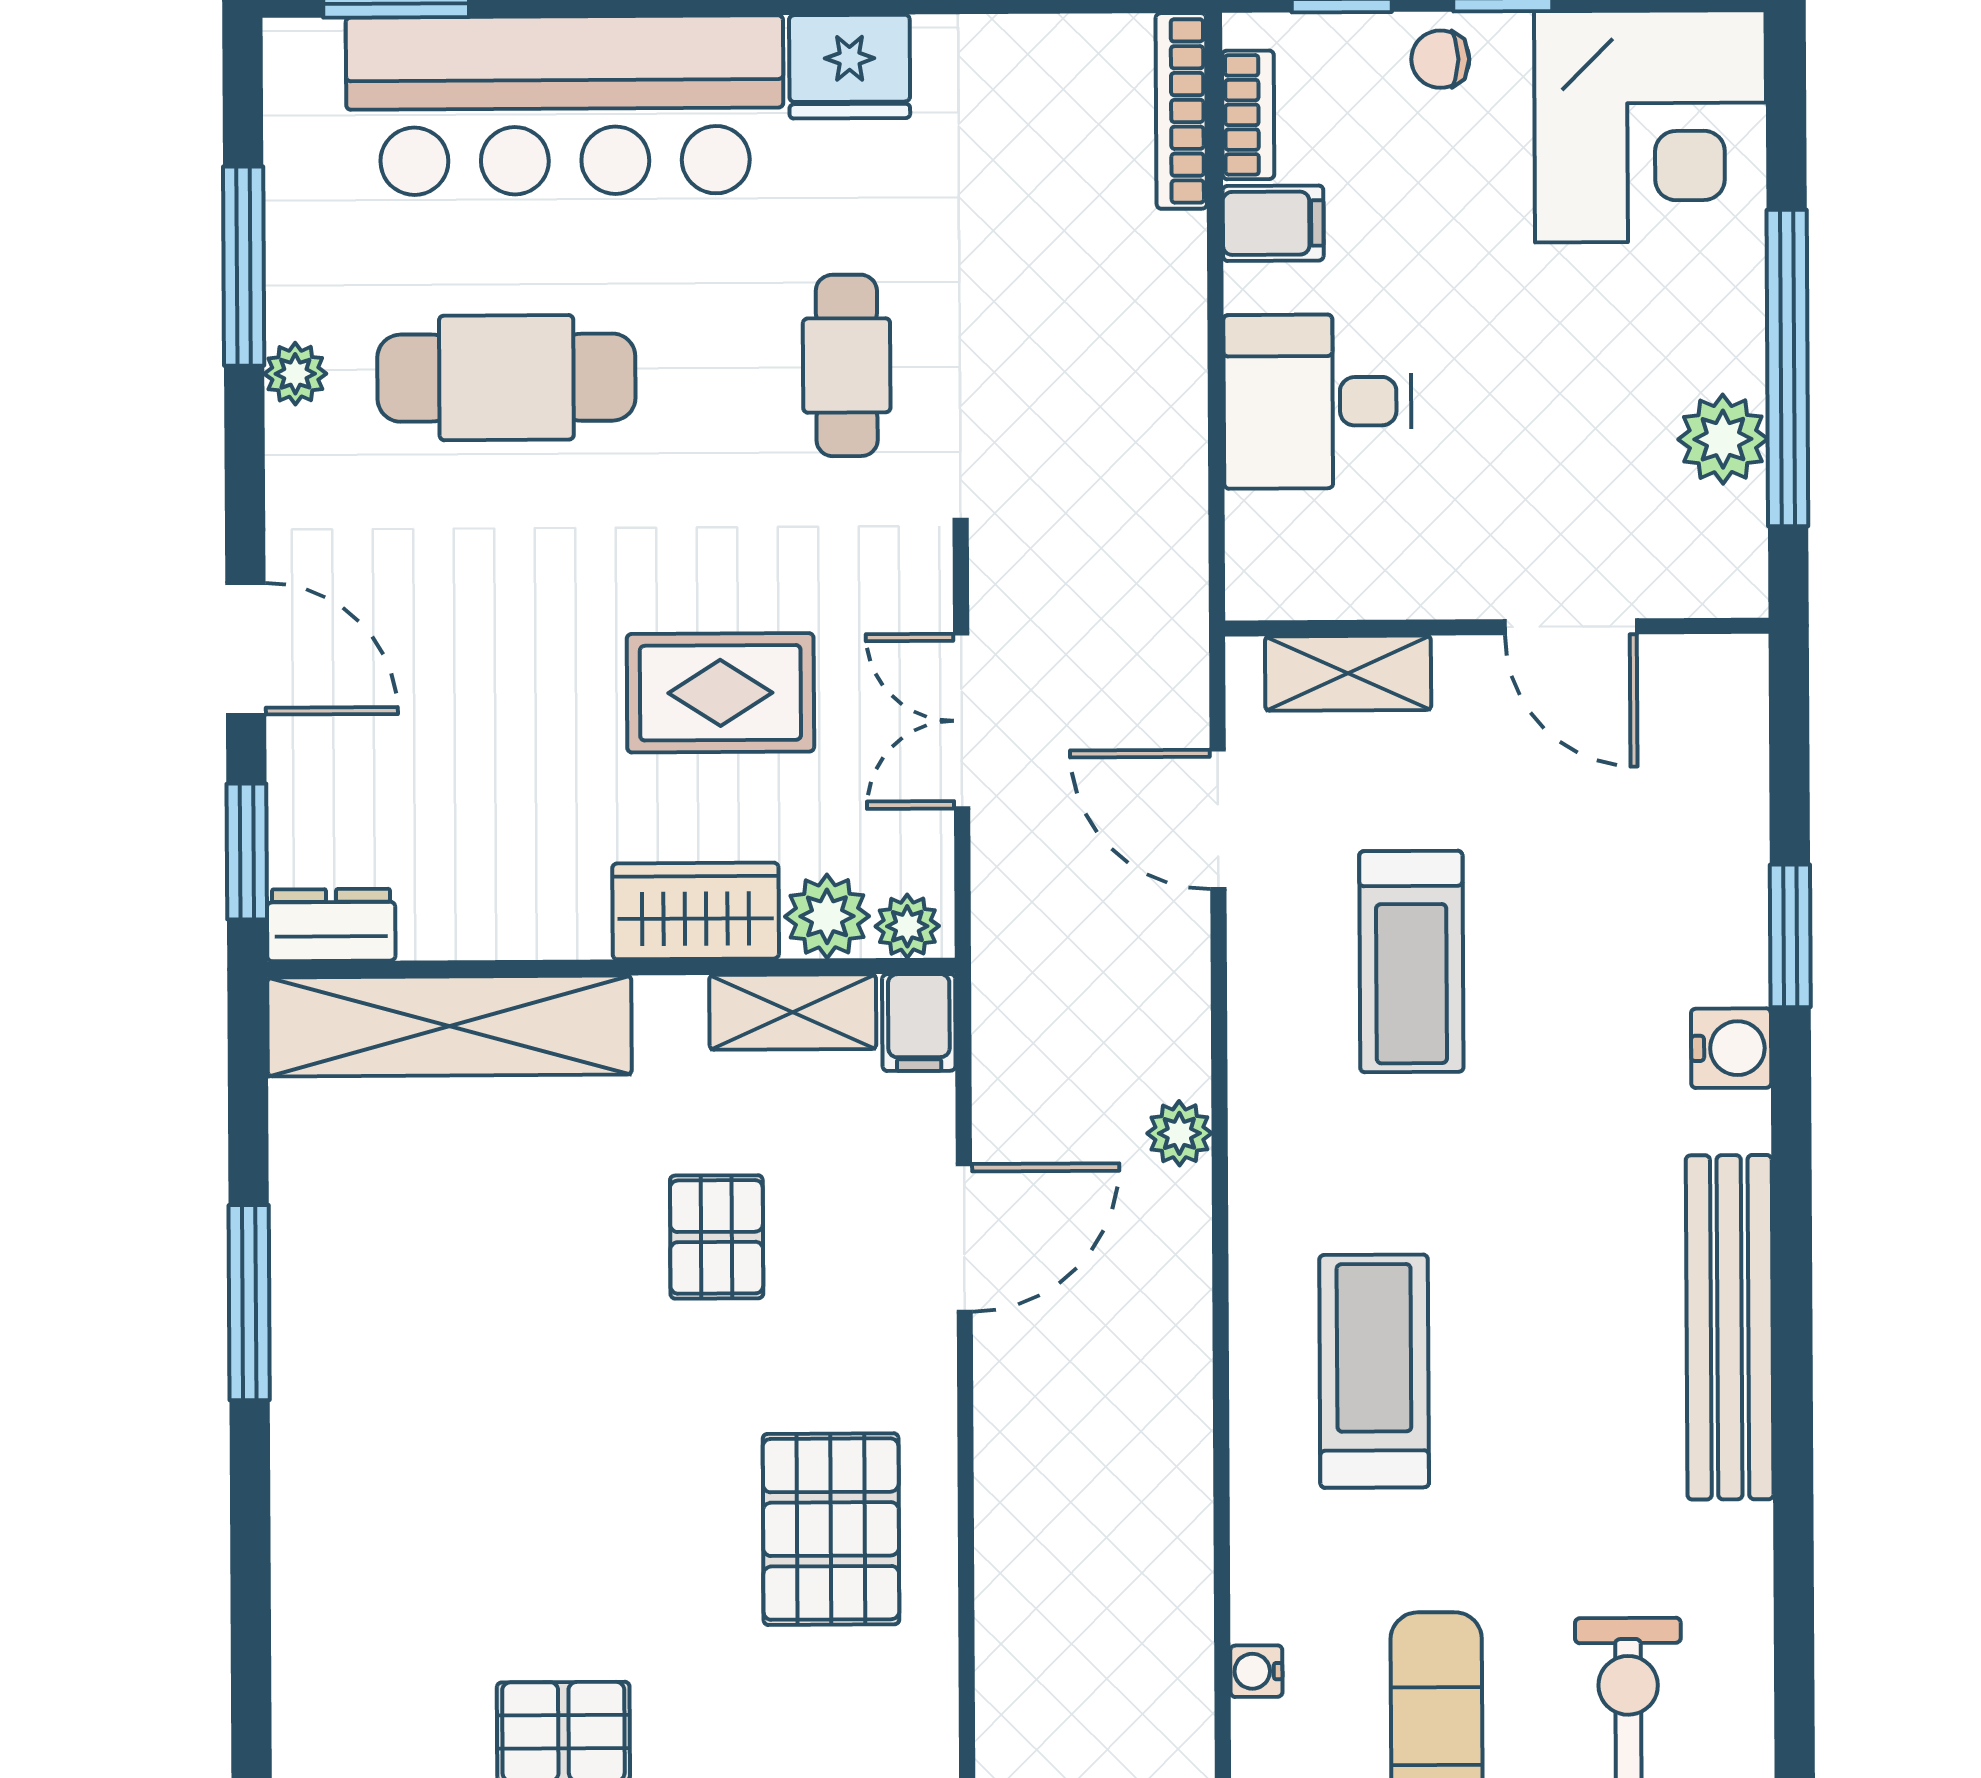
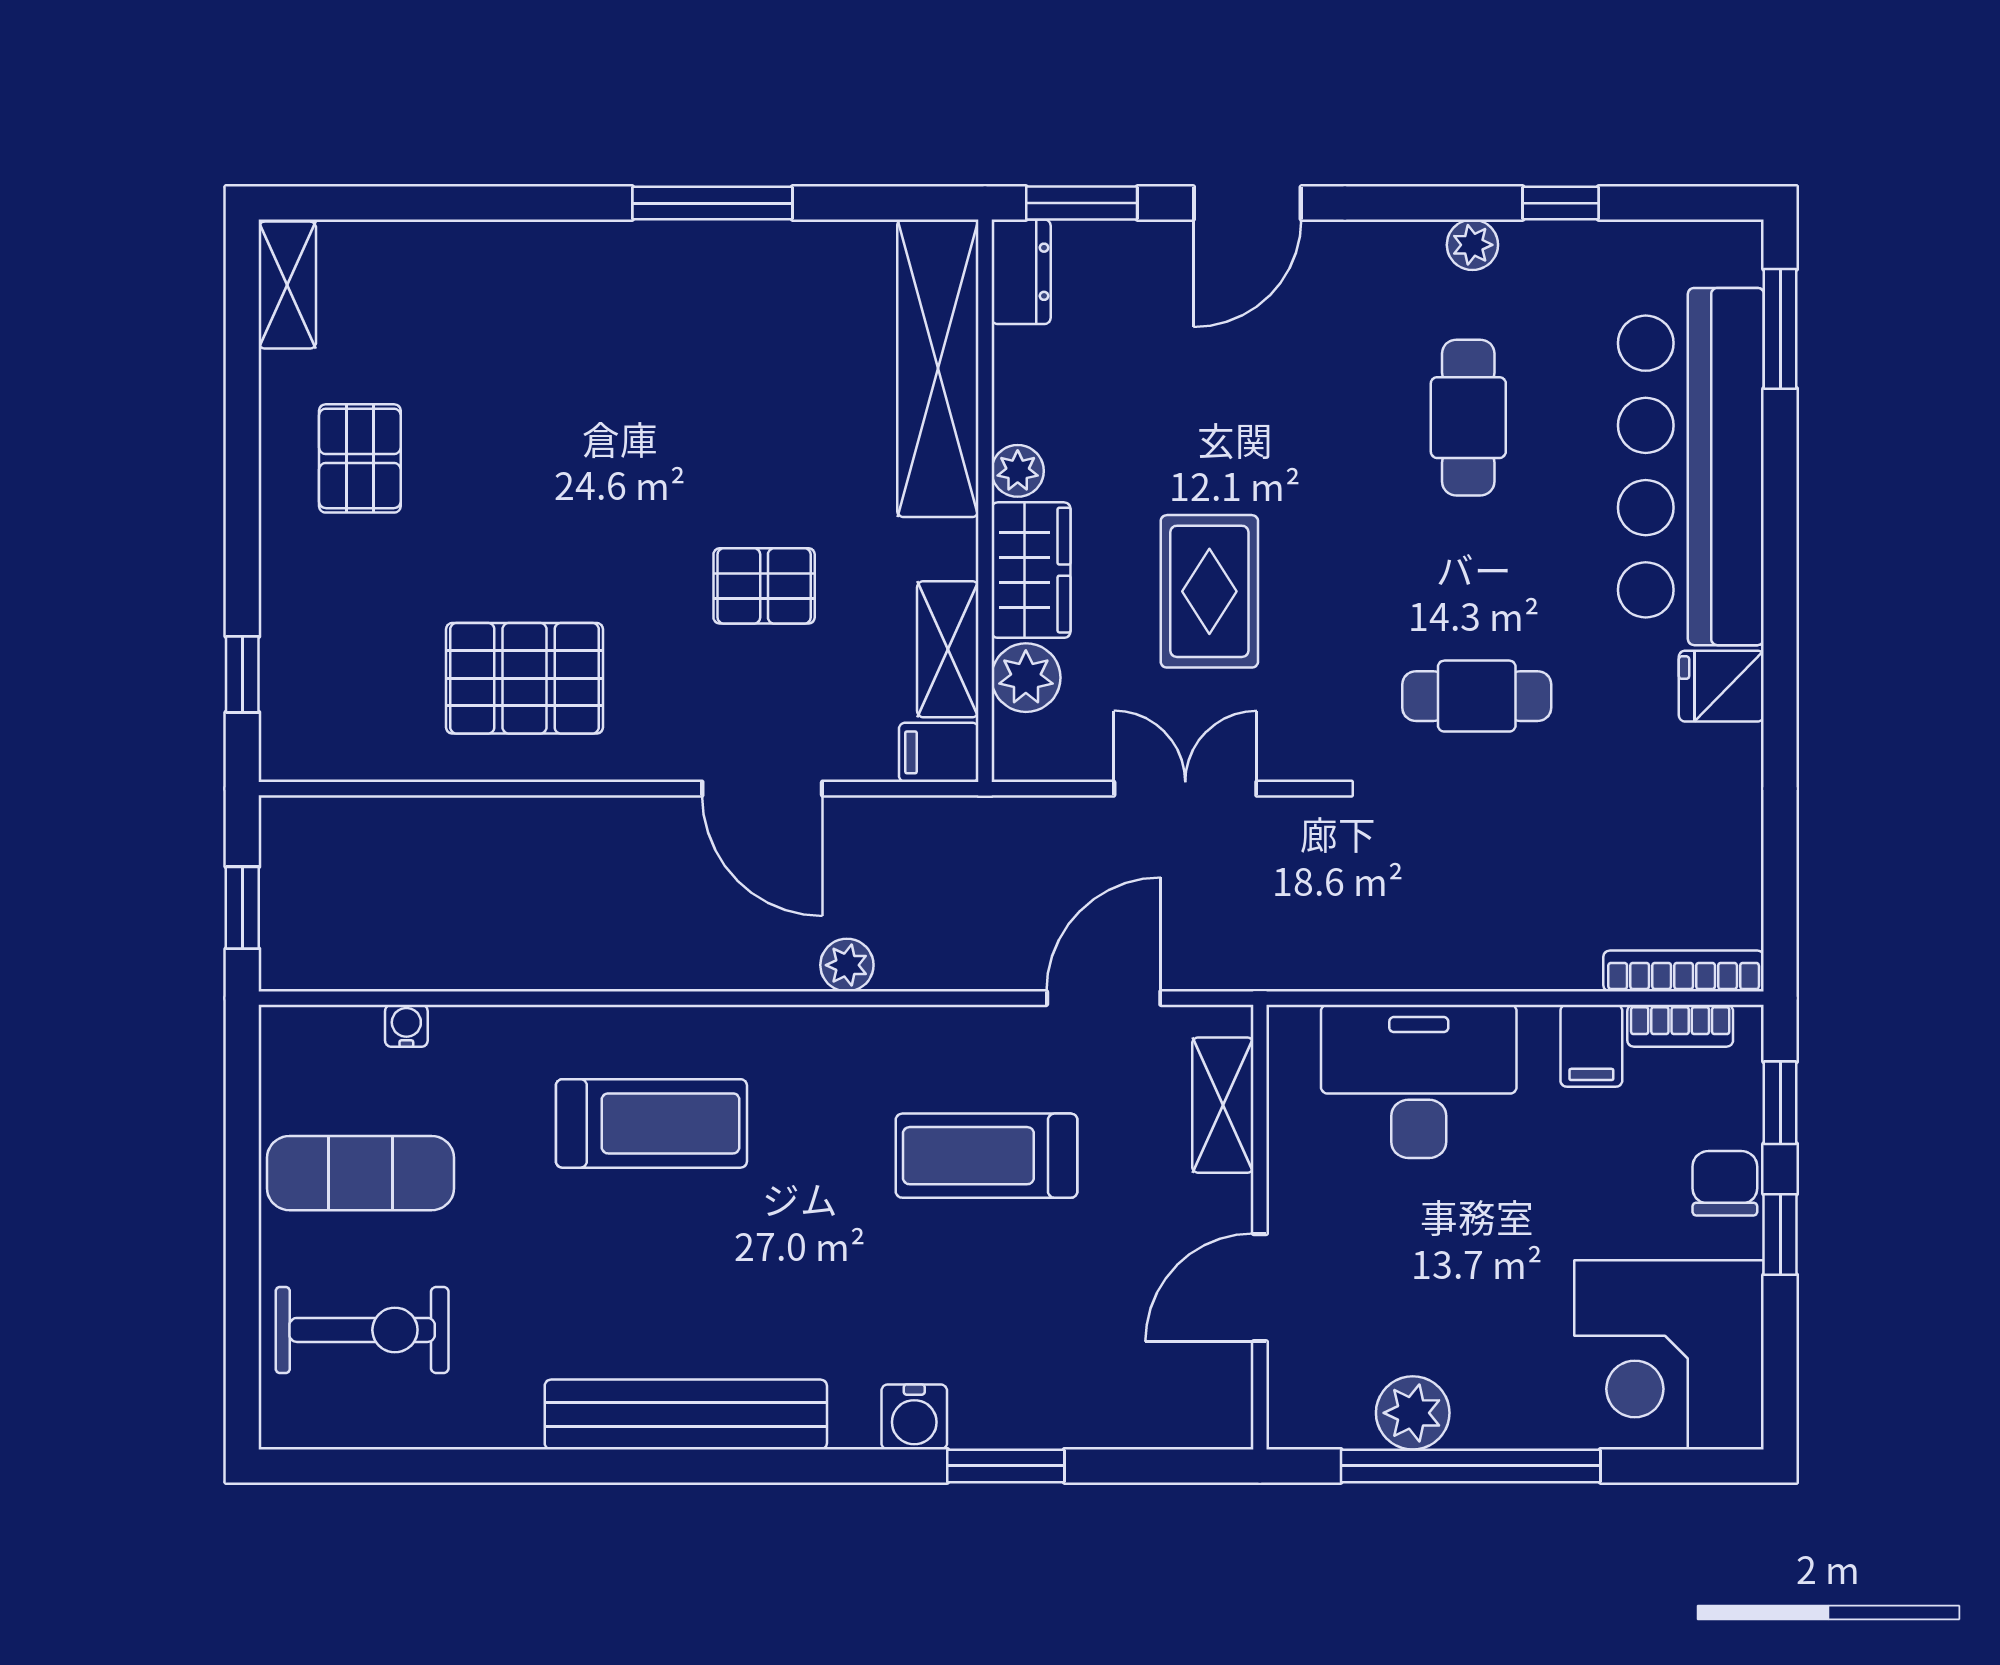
chair: (1440, 59) -> (1725, 1183), width x1.37, depth x1.37
fridge: (850, 67) -> (1721, 686), width x0.72
window: (244, 266) -> (1561, 203), width x0.46
cafe table: (506, 378) -> (1468, 418), width x0.73, depth x0.74
desk: (1318, 401) -> (1419, 1081), width x1.37
plant: (907, 926) -> (1018, 471), moved

